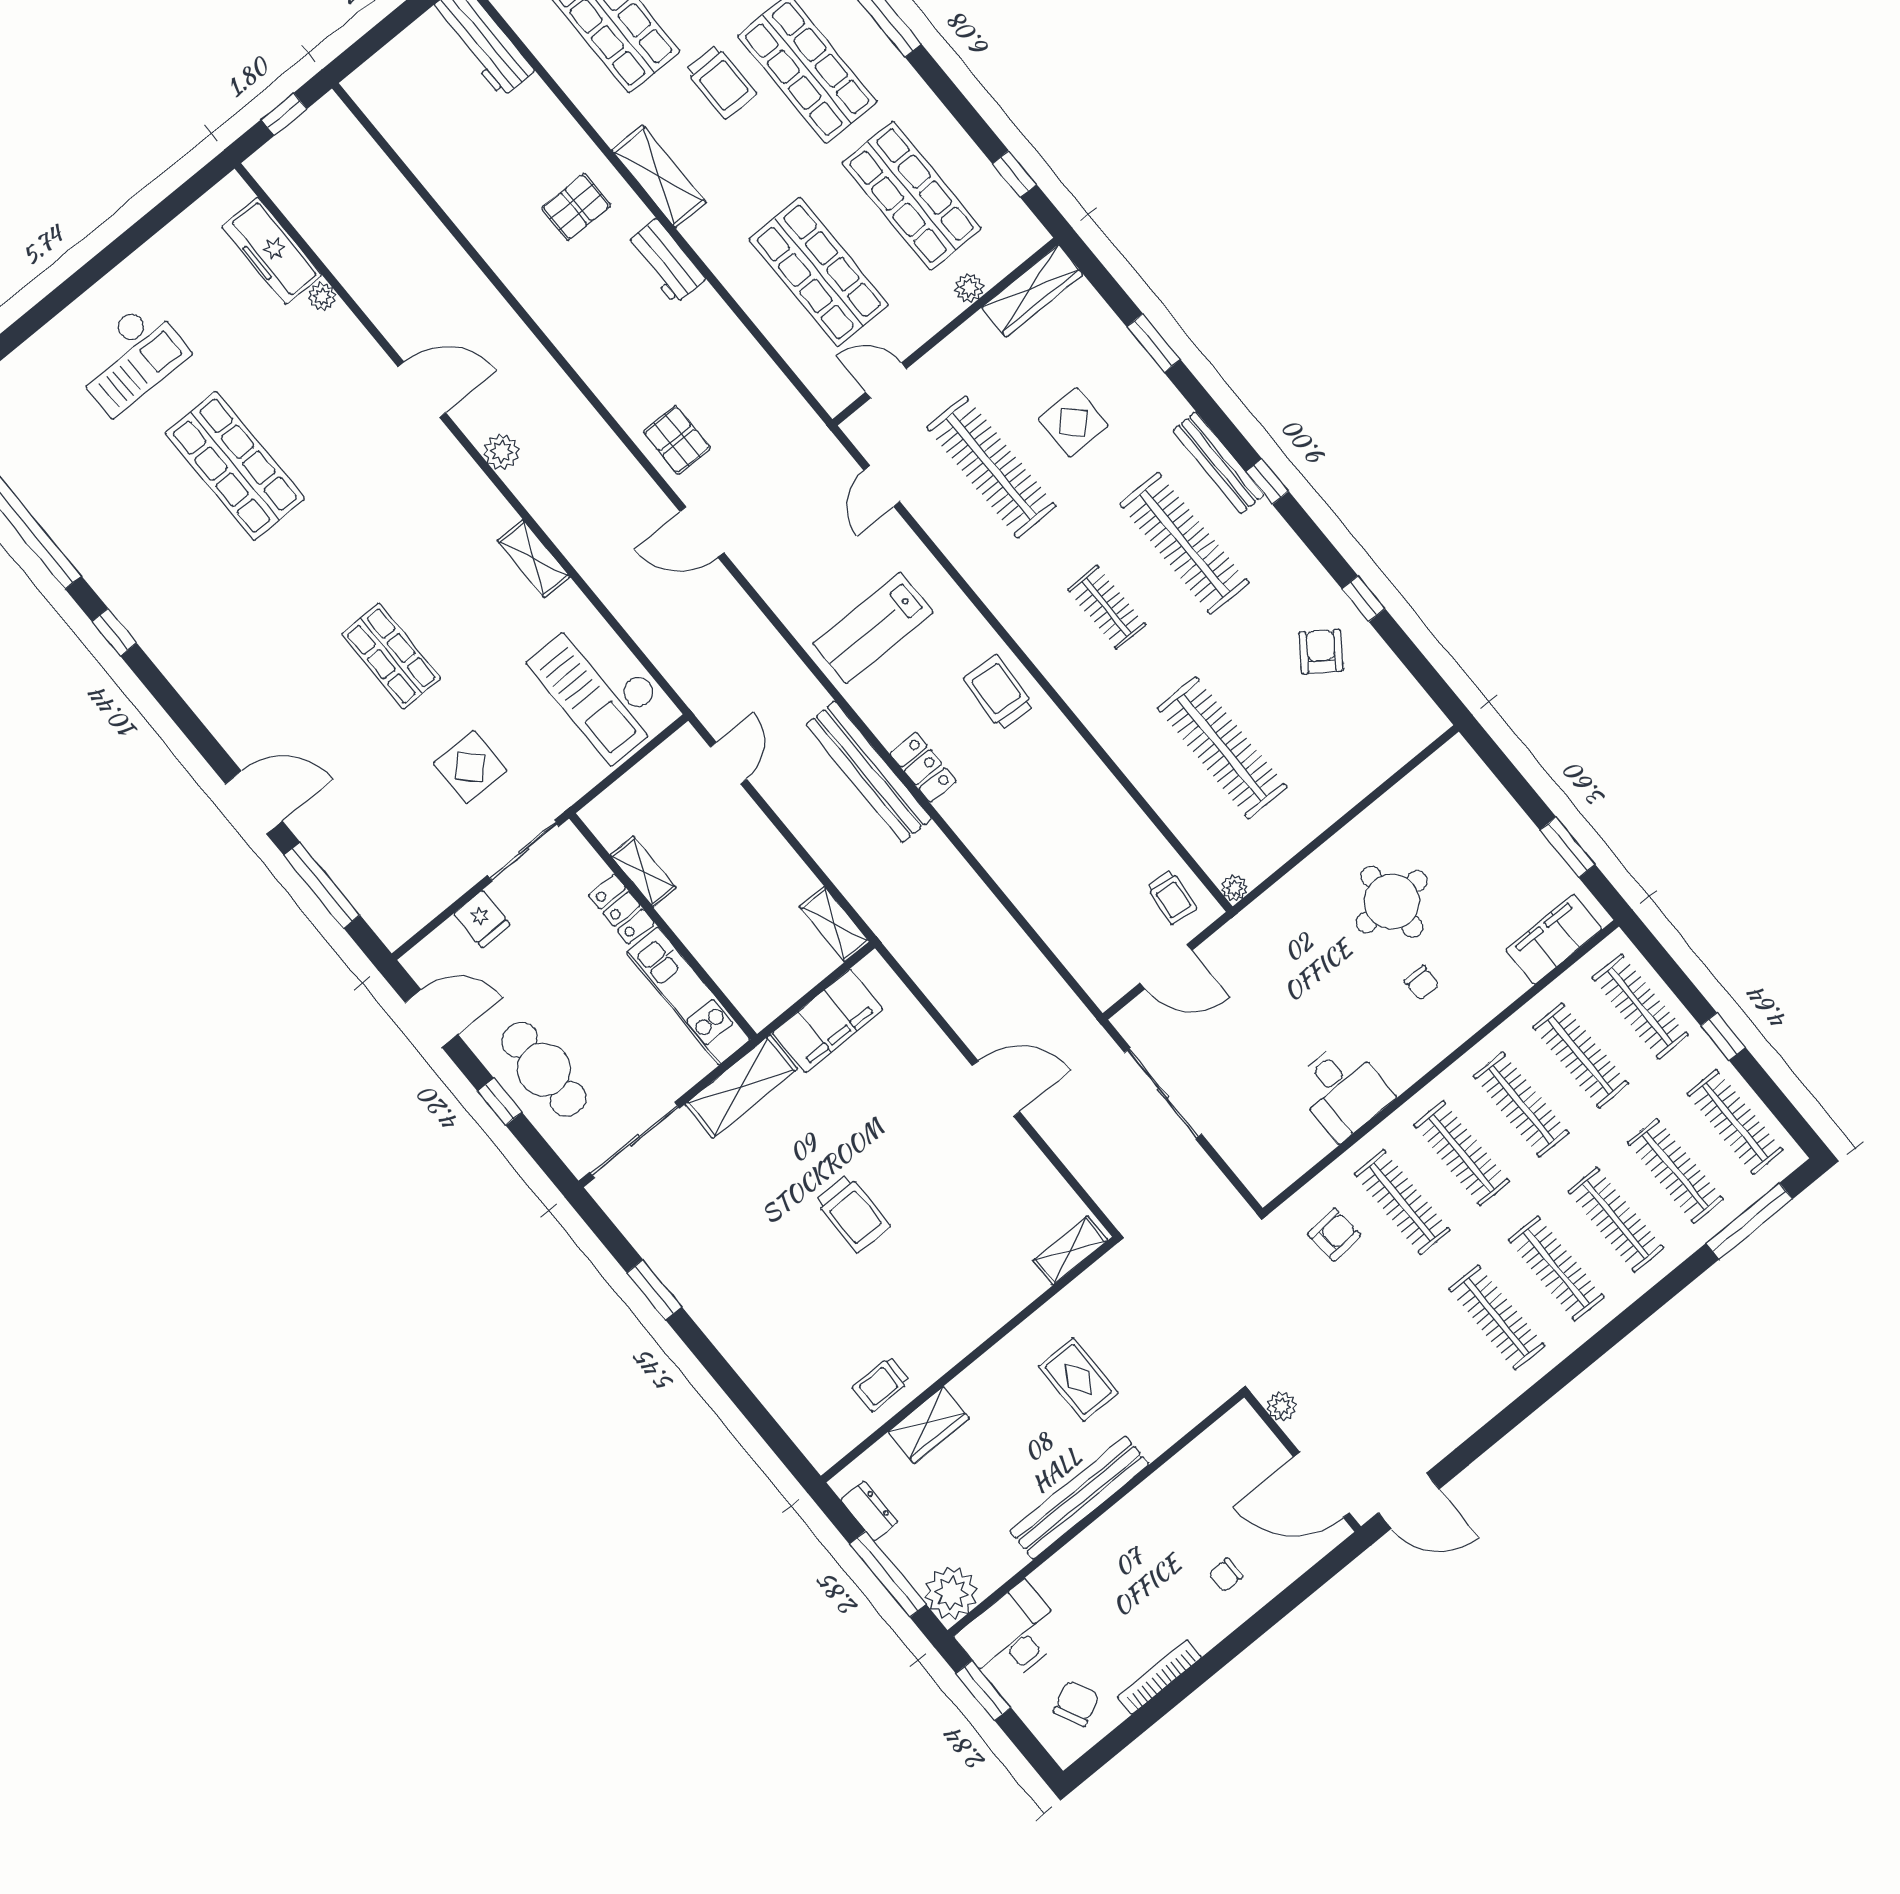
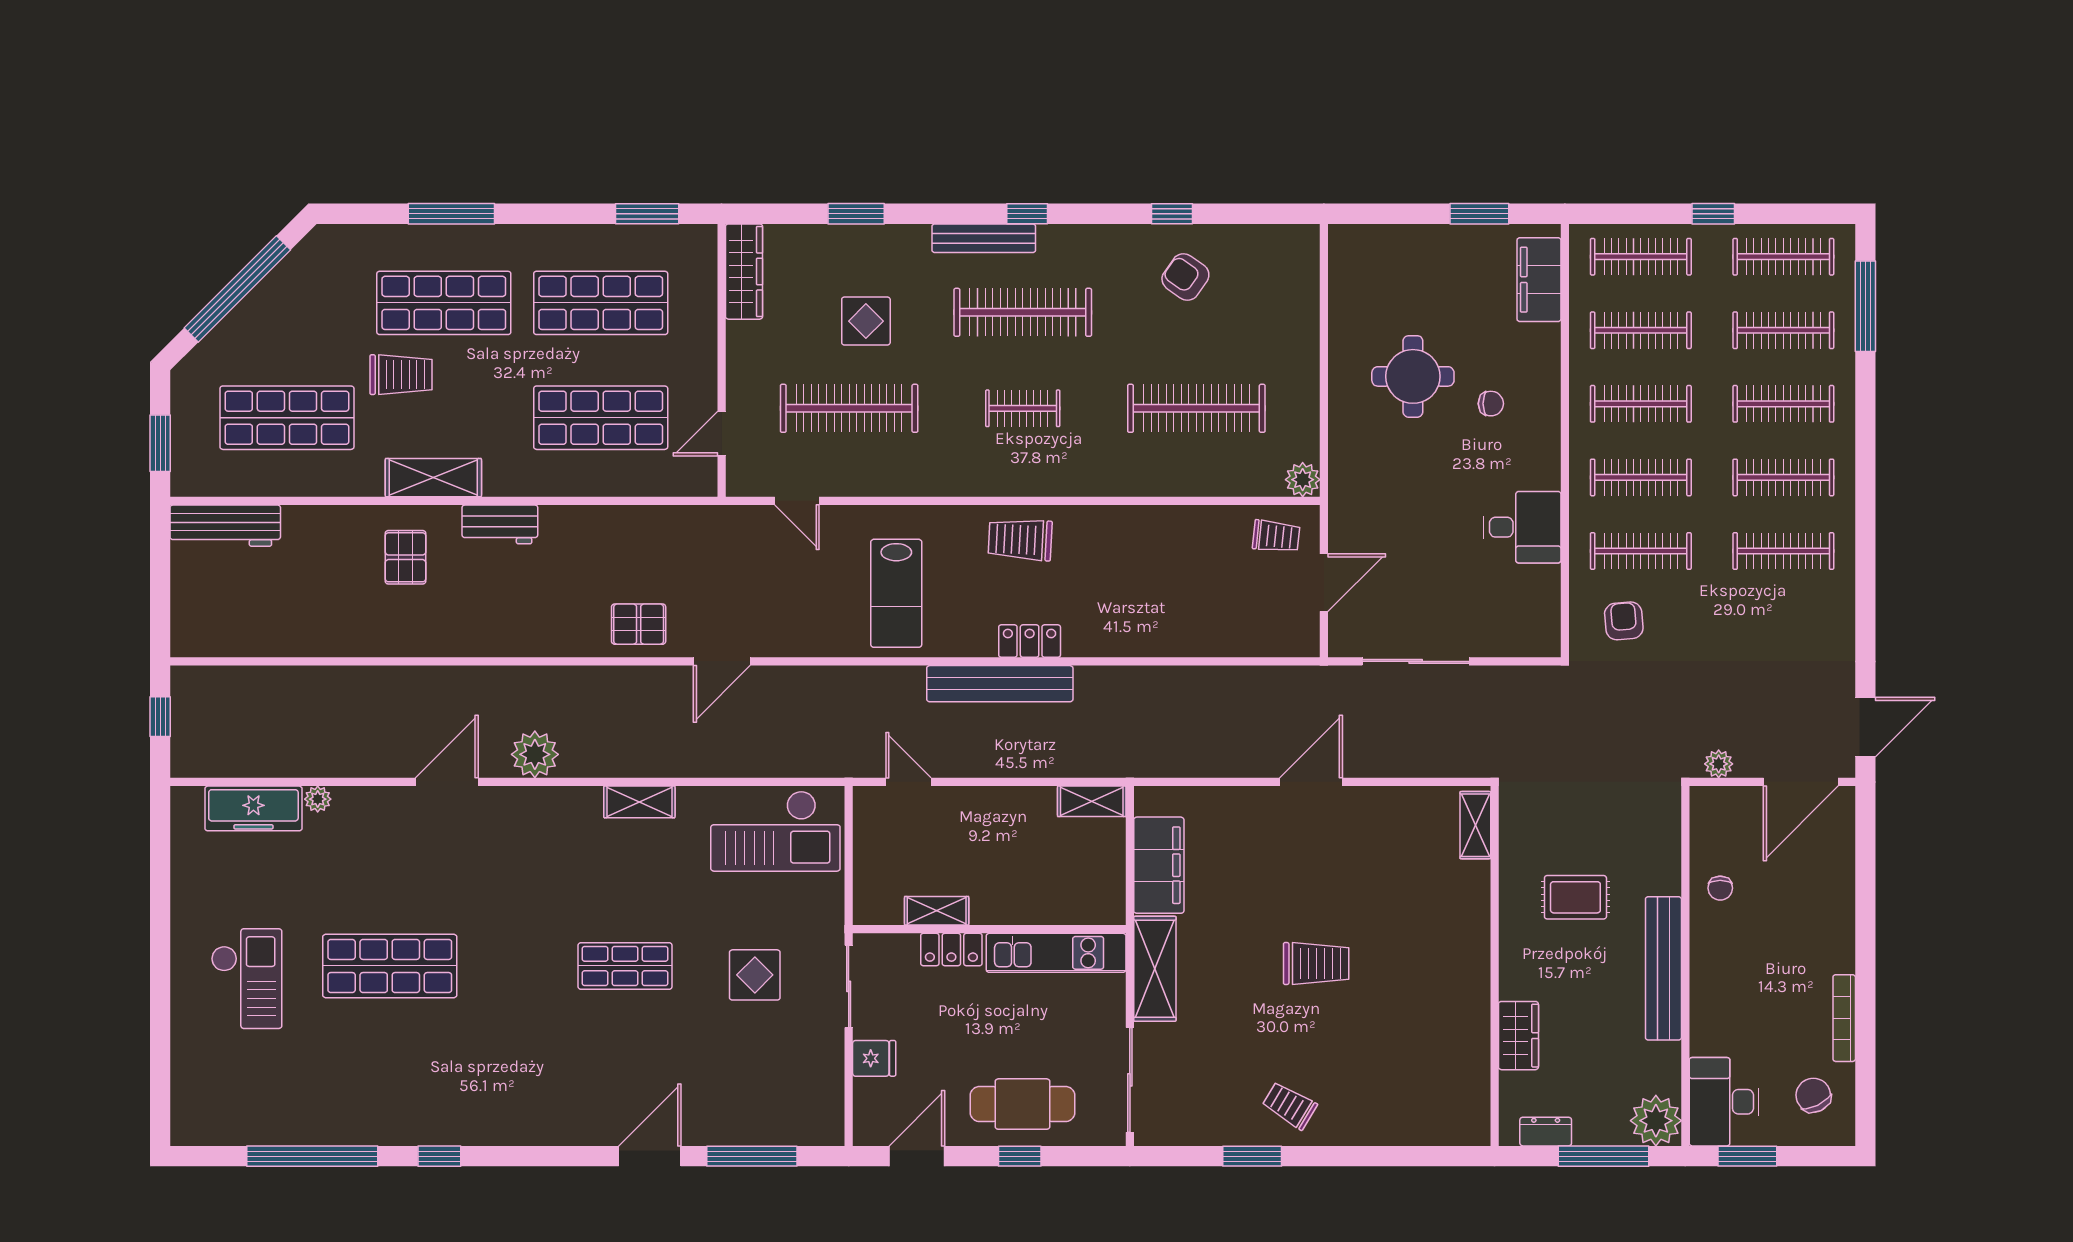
window: (1015, 174) -> (647, 214), width x1.50
plant: (969, 288) -> (704, 316), removed
plant: (502, 452) -> (535, 754), width x1.36, depth x1.36
plant: (1234, 888) -> (1303, 480), width x1.38, depth x1.38
trolley: (881, 1384) -> (1290, 1105), moved, turned 121
chair: (1226, 1575) -> (1720, 888), moved

